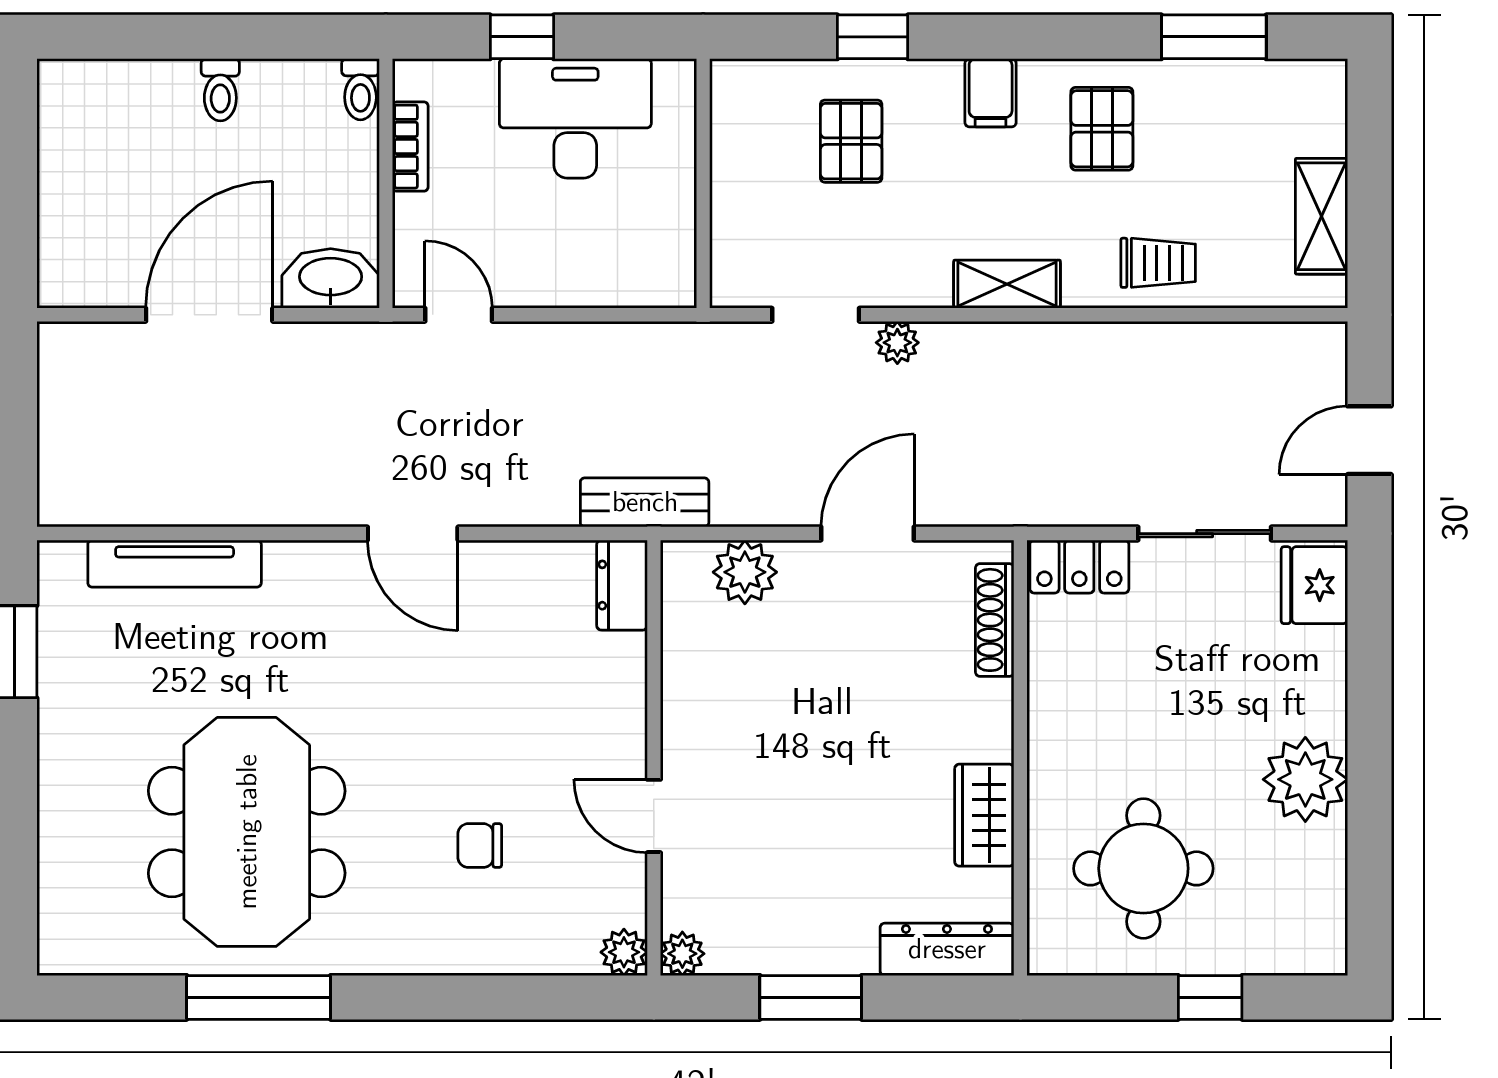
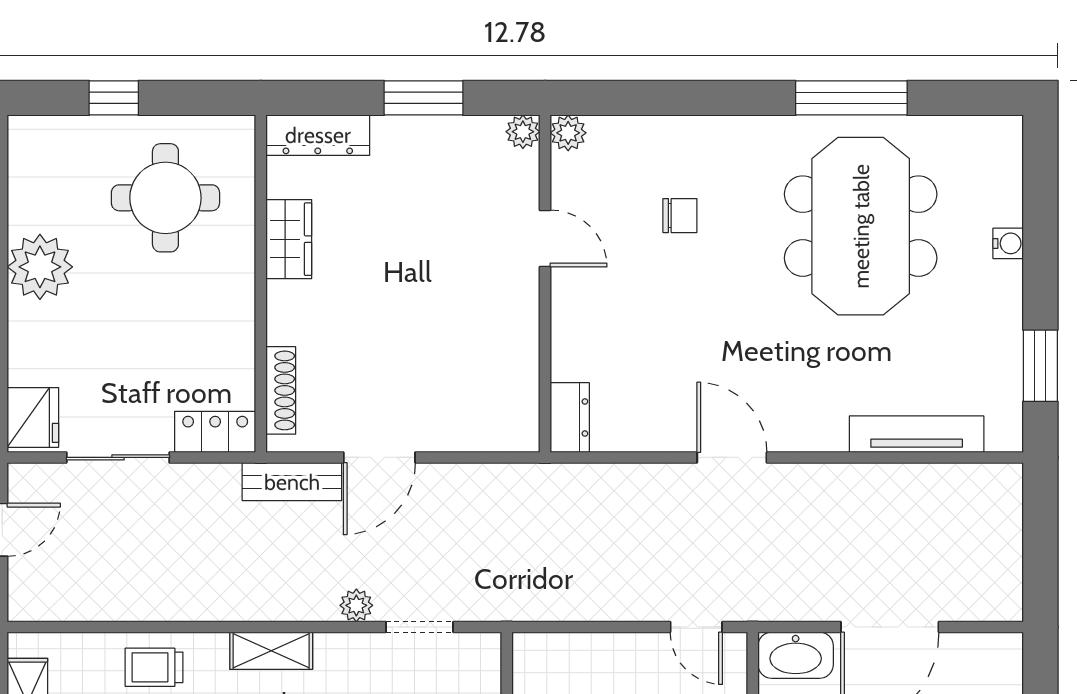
bench: (645, 502) -> (292, 482), moved
plant: (745, 572) -> (474, 428), removed
water cooler: (56, 810) -> (1008, 243), added

